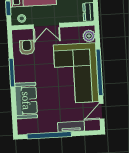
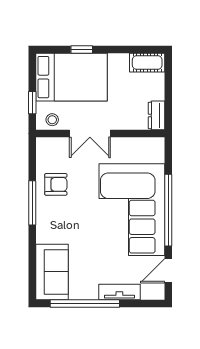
plant: (89, 36) -> (155, 153), removed
armchair: (27, 47) -> (56, 184), moved, turned 90
sofa: (26, 101) -> (52, 272), moved

